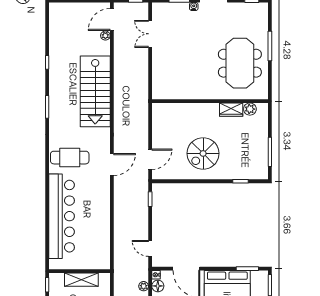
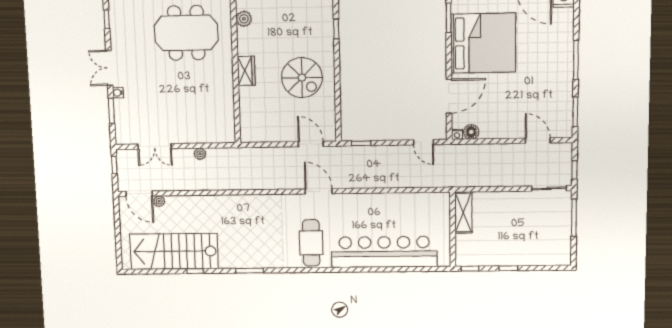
stairs: (95, 91) -> (174, 251), moved, turned 180
wardrobe: (231, 110) -> (246, 71), moved
door: (150, 248) -> (424, 142), hinge flipped
shelving: (81, 280) -> (463, 212), moved
plant: (144, 286) -> (200, 154), moved

